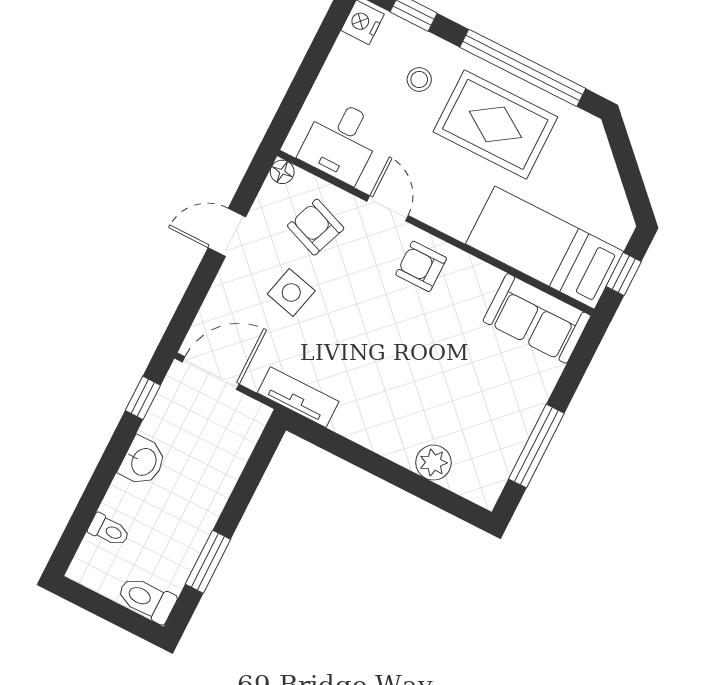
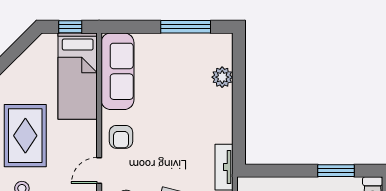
sofa: (537, 318) -> (117, 71), width x1.36

